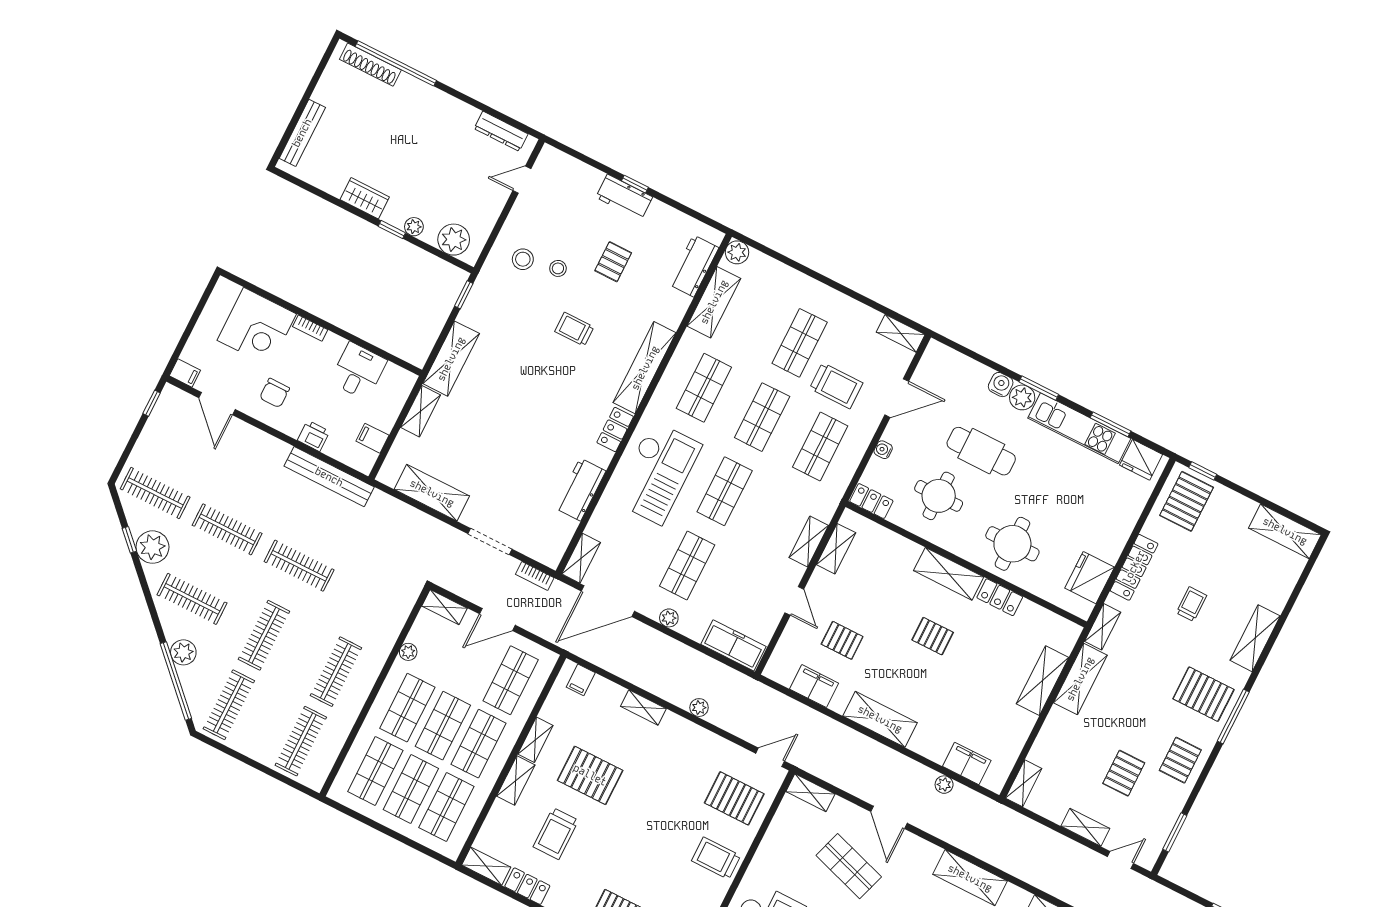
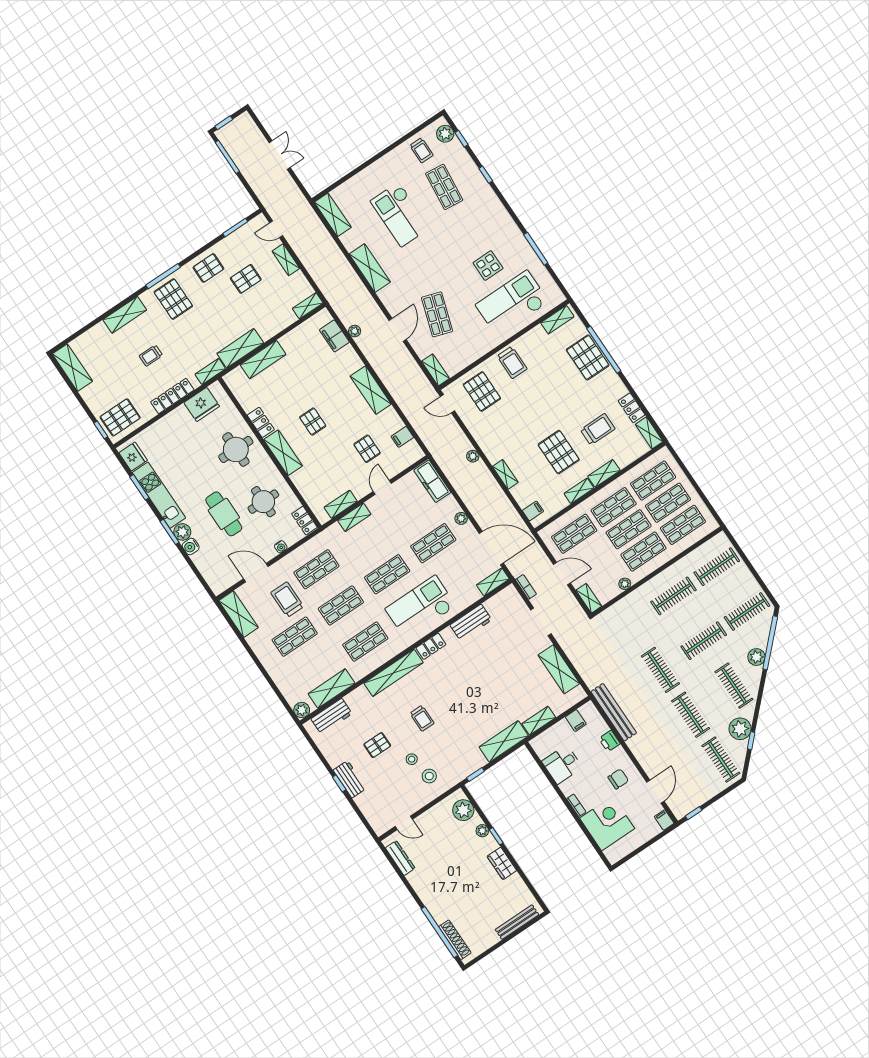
shelving: (901, 333) -> (238, 614), width x1.50, depth x1.33
filing cabinet: (814, 686) -> (402, 437), width x0.50

